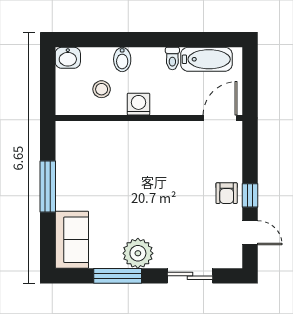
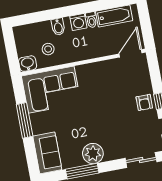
washbasin: (68, 58) -> (28, 64), moved, turned 180
washing machine: (138, 104) -> (78, 22), moved, turned 180
corner sofa: (95, 149) -> (51, 90), added
sliding door: (190, 276) -> (141, 160), moved

